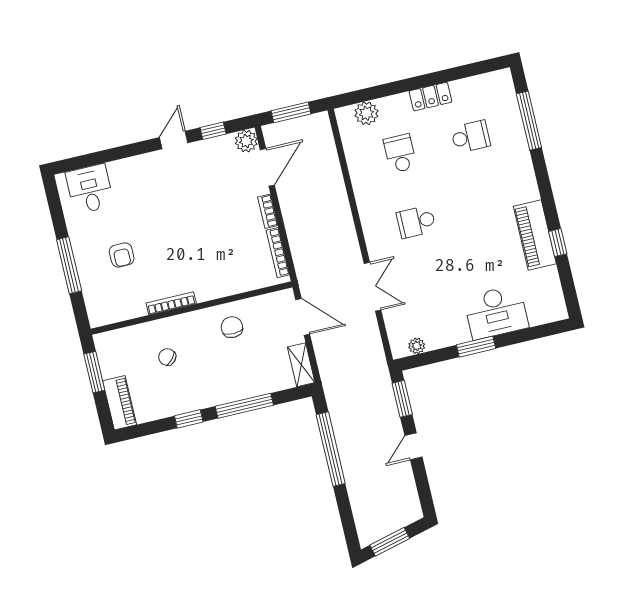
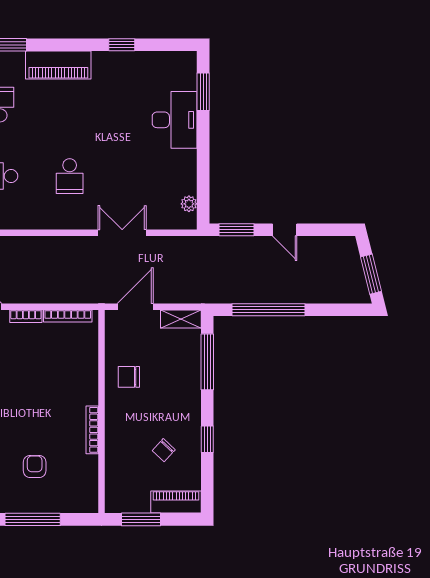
piano: (535, 235) -> (58, 65), moved
armchair: (122, 255) -> (35, 466), turned -90
window: (476, 347) -> (203, 92), moved
chair: (167, 357) -> (164, 450), moved
window: (244, 406) -> (207, 362), moved

